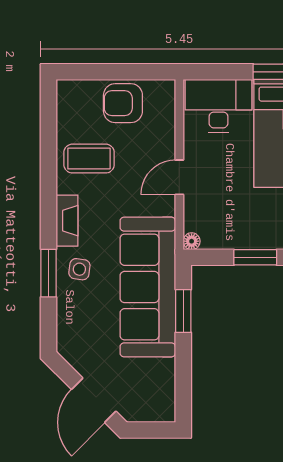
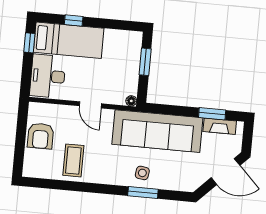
fireplace: (67, 221) -> (220, 126), moved, turned 180
window: (183, 311) -> (212, 114), moved

